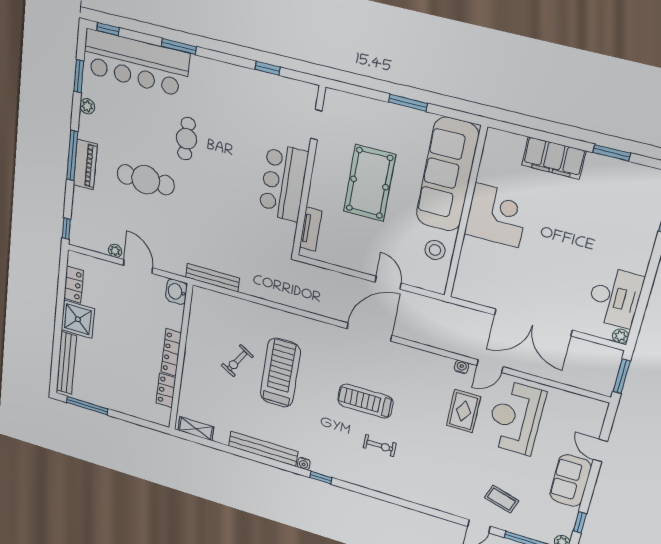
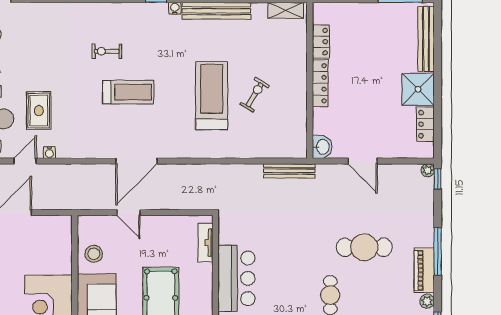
piano: (85, 164) -> (424, 270), moved
plant: (115, 251) -> (428, 170), moved
treadmill: (280, 373) -> (212, 96), turned 180

